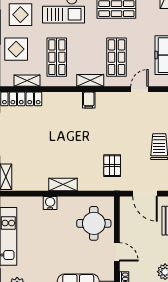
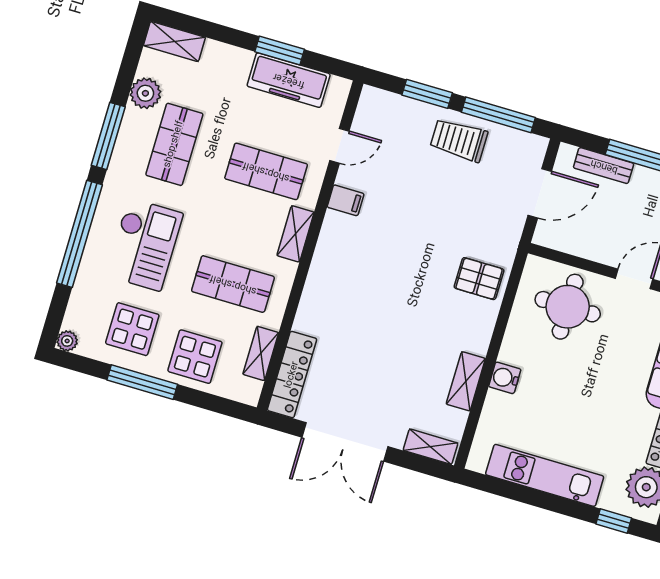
door: (139, 89) -> (339, 146), swing flipped
filing cabinet: (89, 100) -> (346, 200), moved
pallet: (112, 166) -> (479, 279), moved
shelving: (63, 185) -> (466, 381), moved

